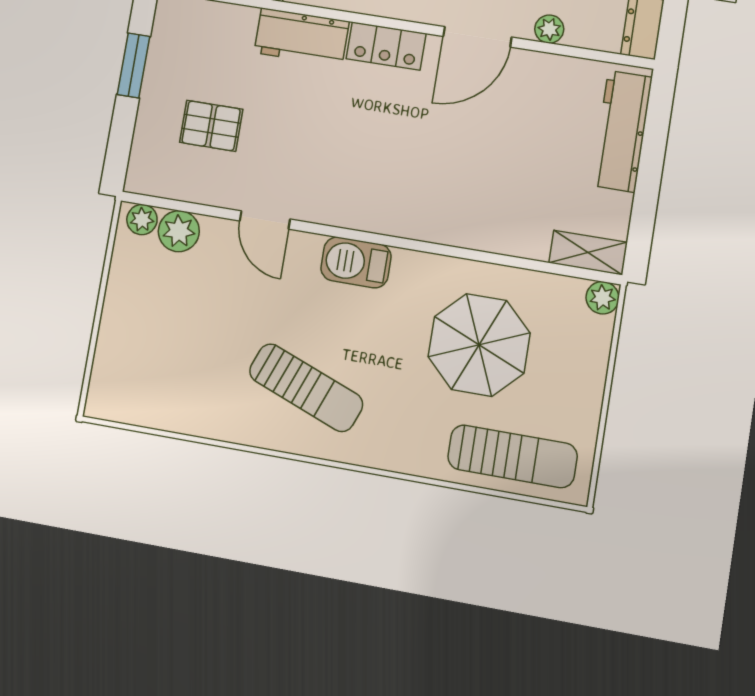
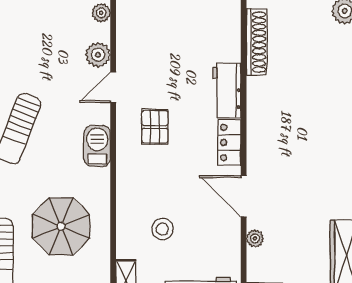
pallet: (211, 126) -> (155, 127), moved
stool: (510, 178) -> (162, 229), added
plant: (179, 231) -> (98, 55), moved

